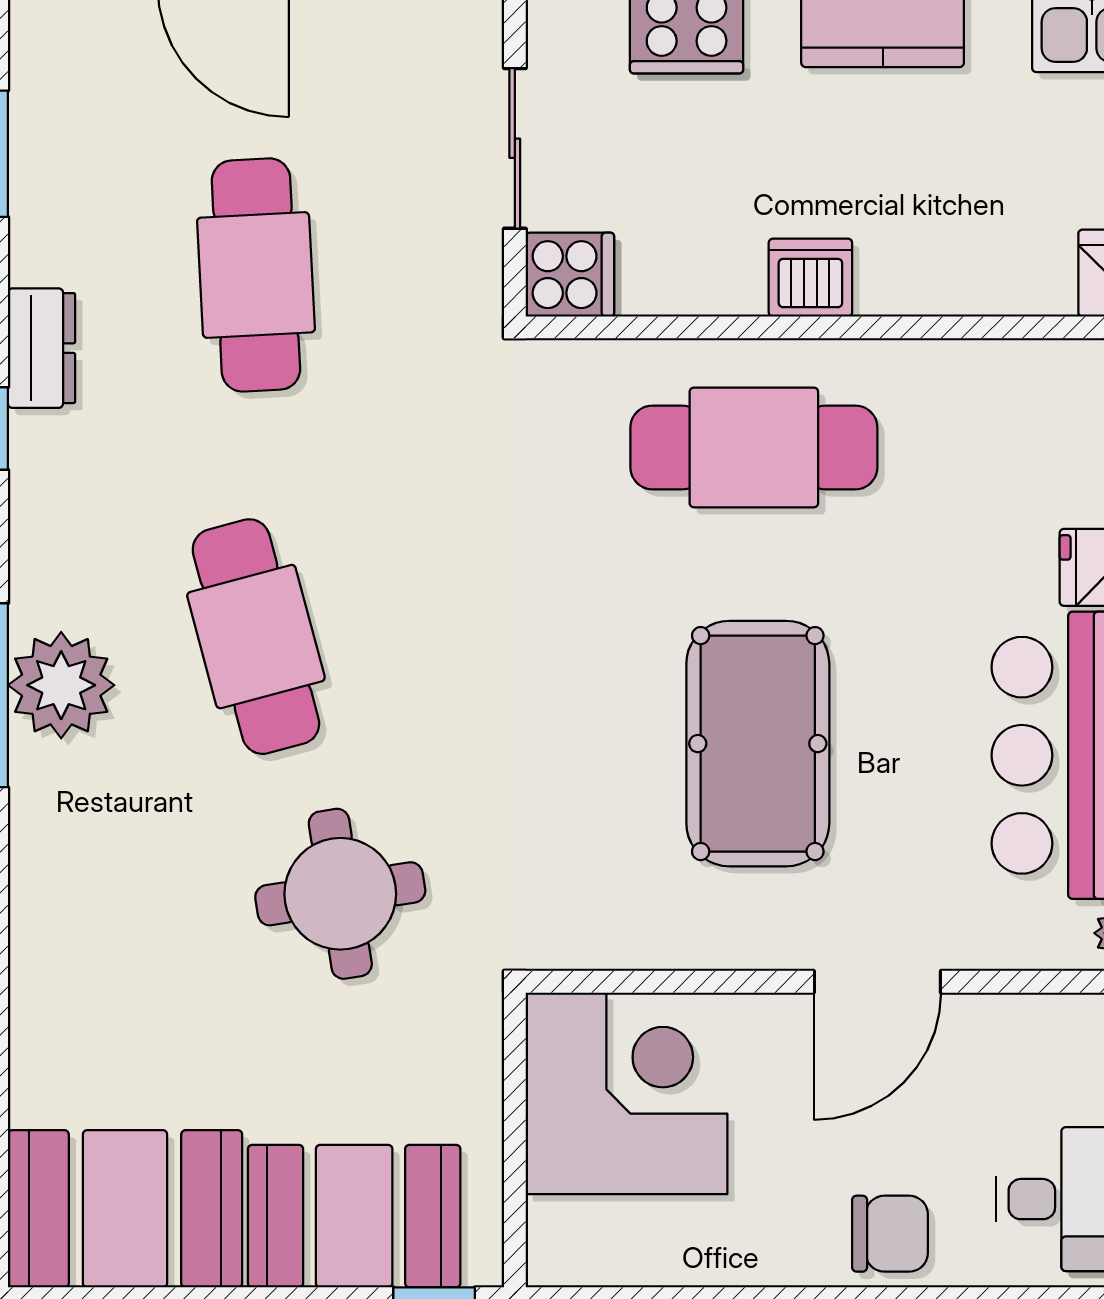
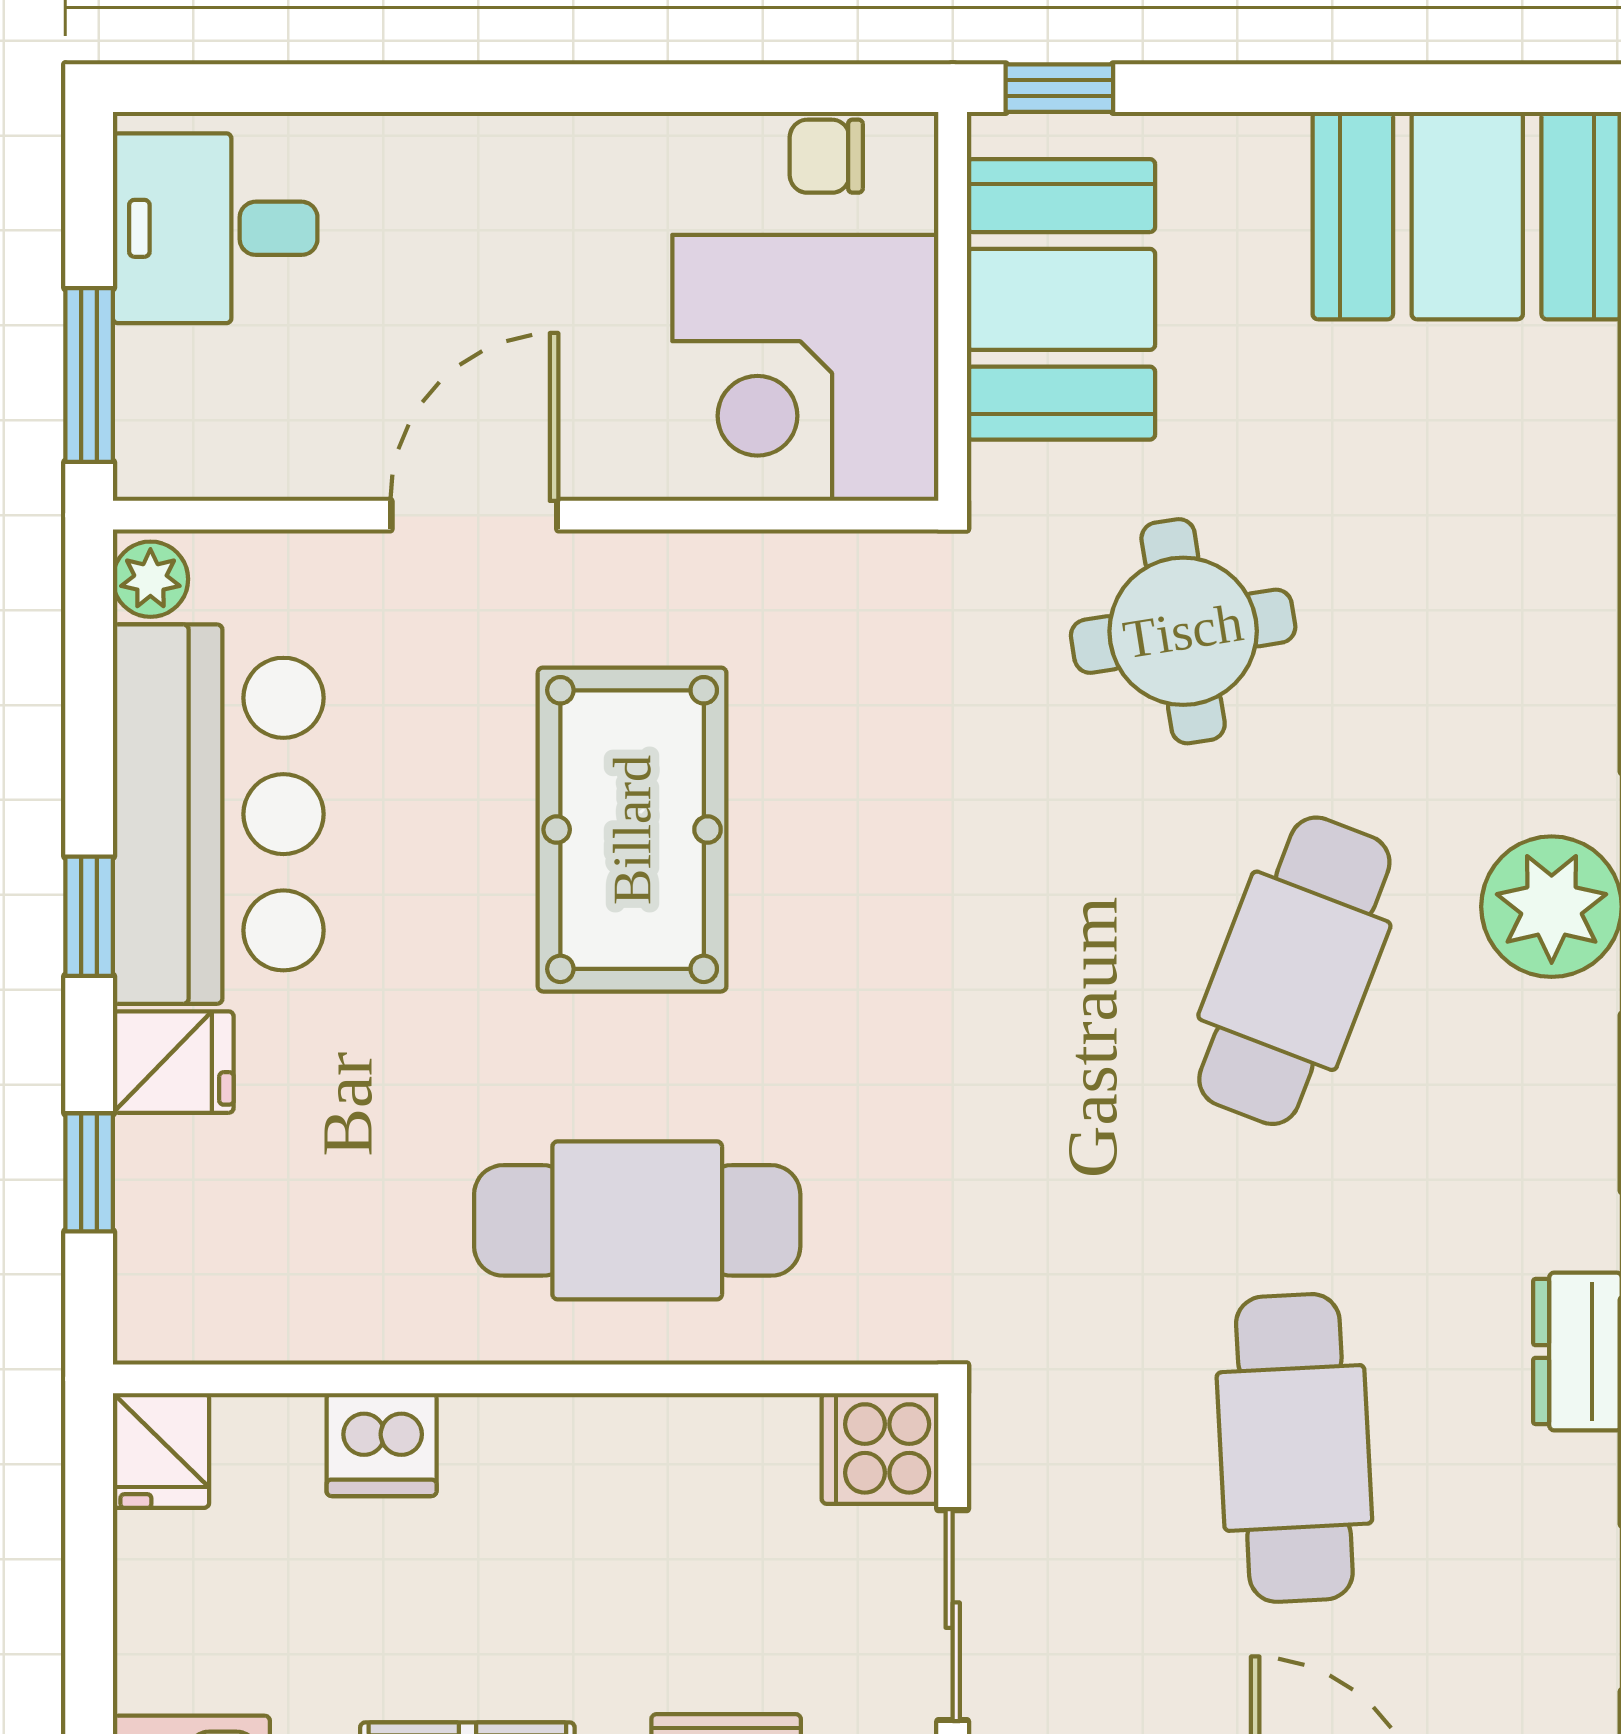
dishwasher: (810, 278) -> (382, 1445), moved
cafe table: (256, 637) -> (1294, 971), turned 36
booth: (354, 1216) -> (1061, 299), moved, turned 90
chair: (890, 1234) -> (826, 156), moved, width x0.73, depth x0.73

